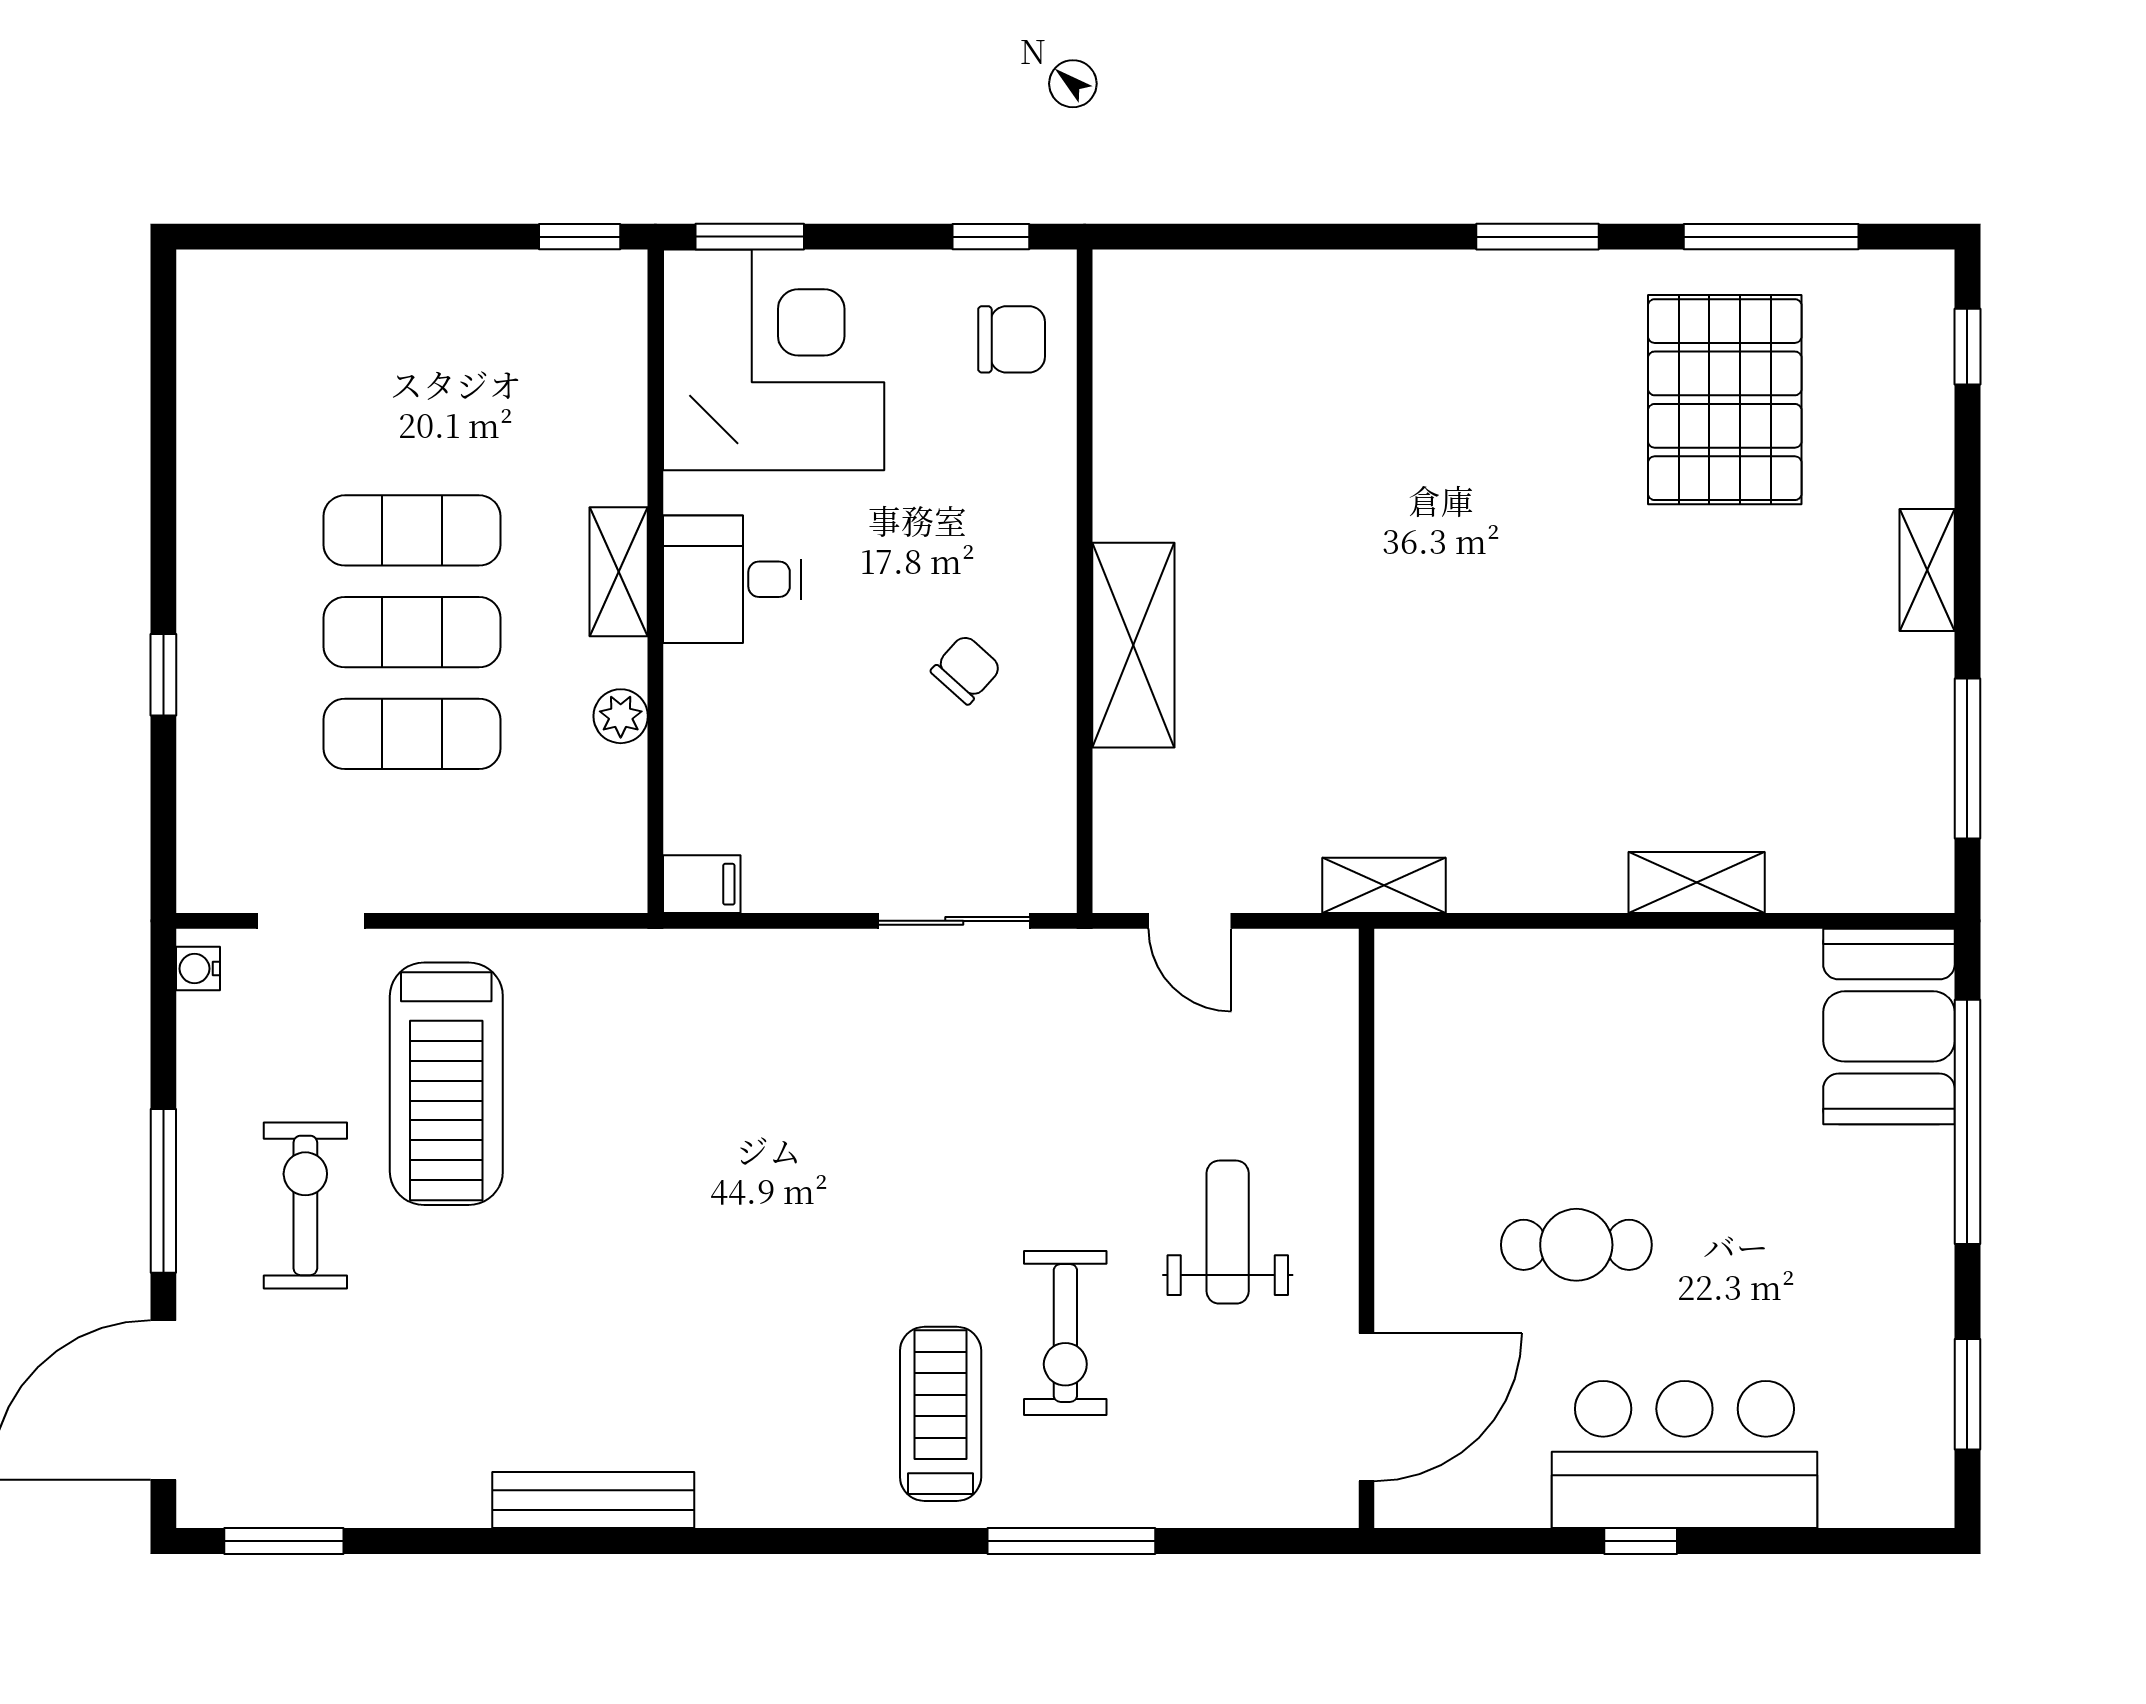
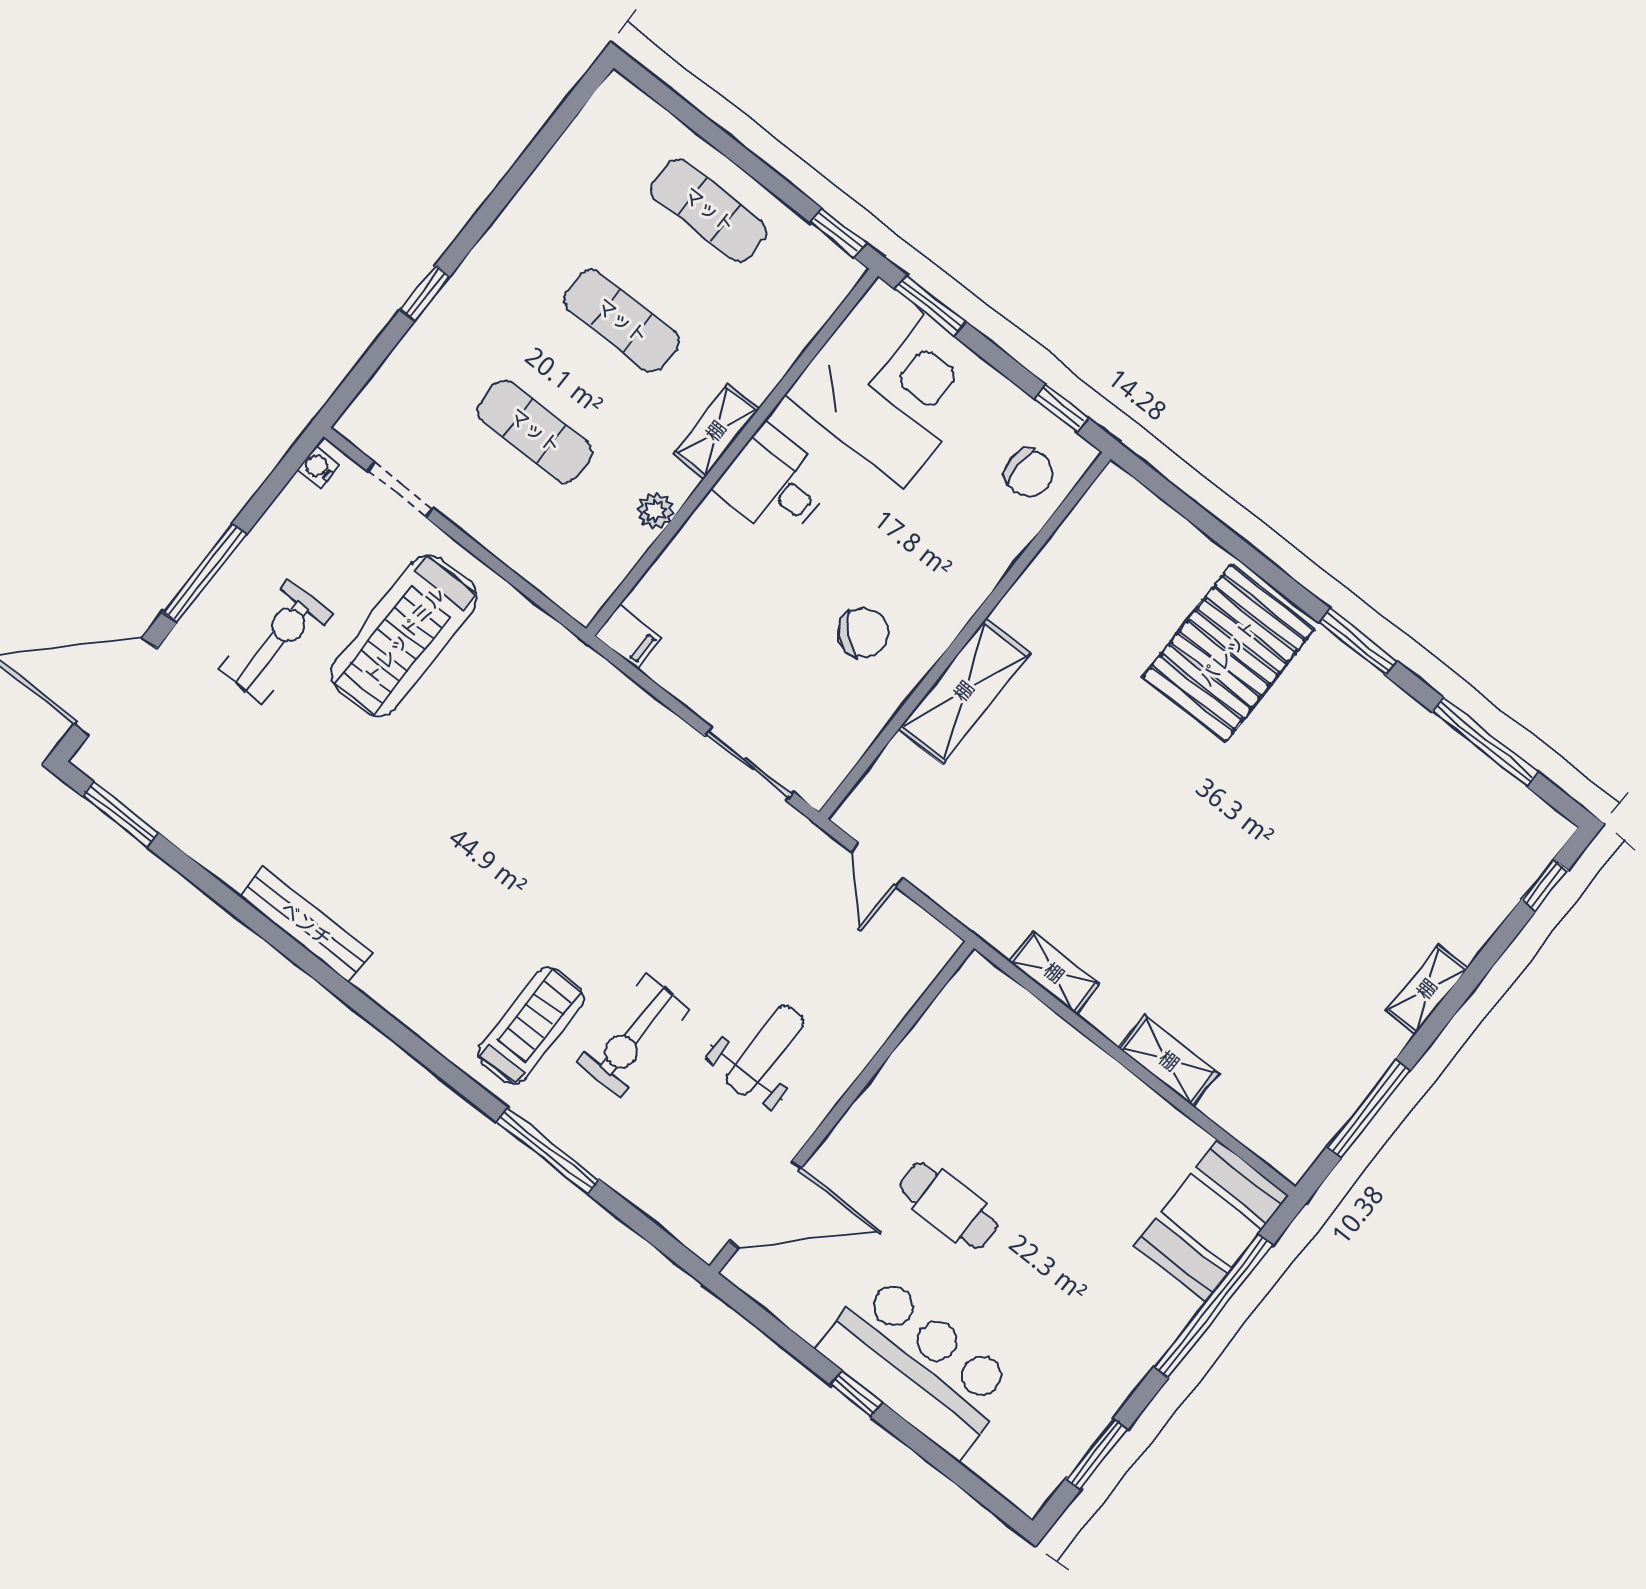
pallet: (1725, 400) -> (1228, 653), moved
exercise mat: (412, 632) -> (709, 210), moved
chair: (966, 669) -> (863, 633), width x1.37, depth x1.37
shelving: (1384, 885) -> (1054, 973), moved

